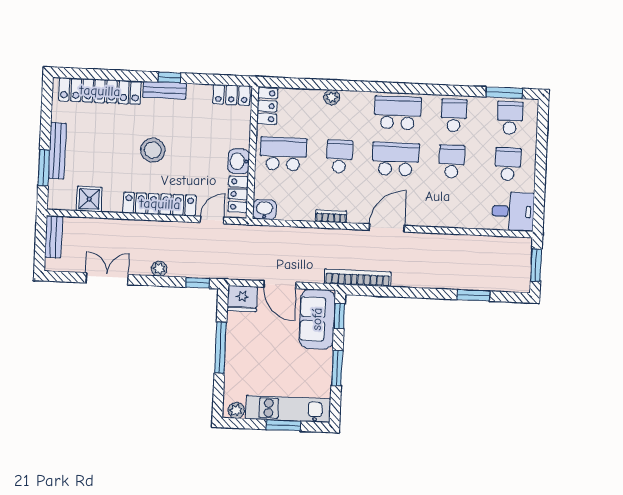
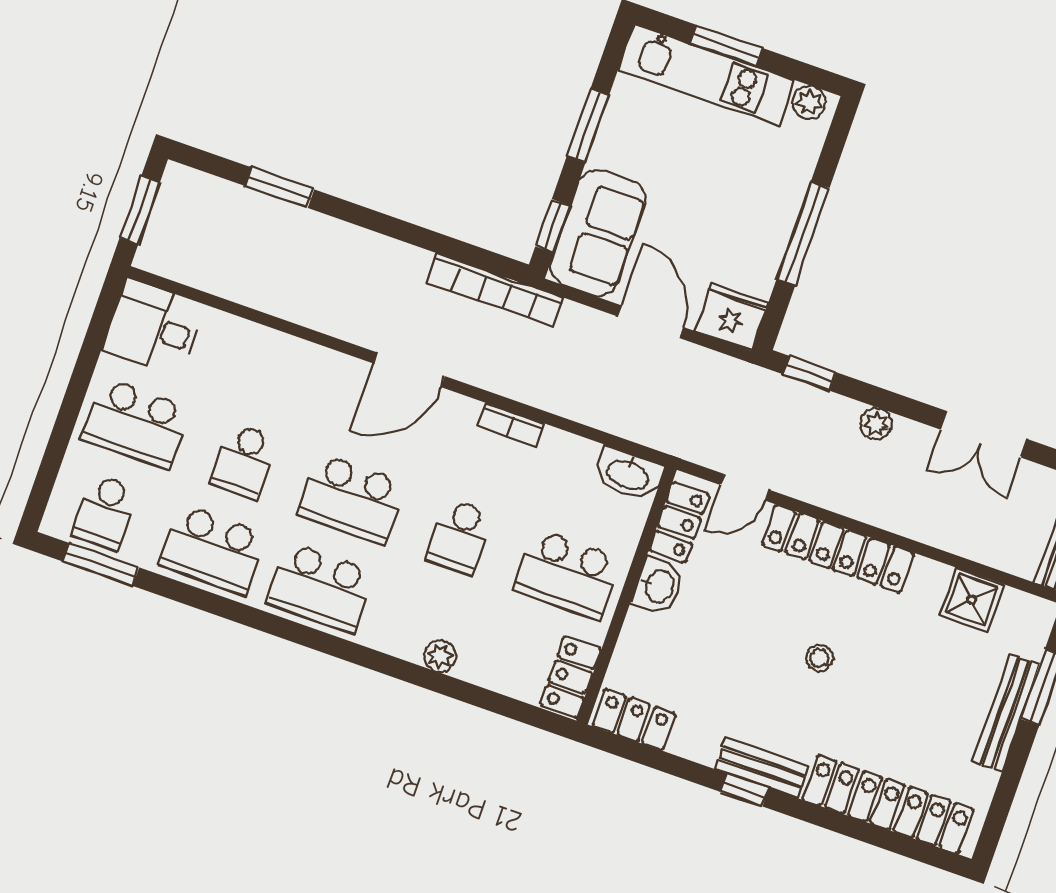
school desk: (454, 115) -> (213, 550), width x1.85
stool: (153, 150) -> (819, 658), width x0.53, depth x0.53
school desk: (508, 164) -> (136, 423), width x1.85
washbasin: (264, 210) -> (628, 474), width x1.38

